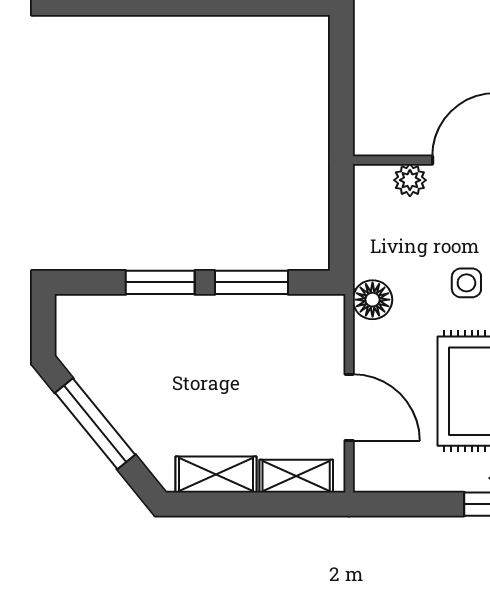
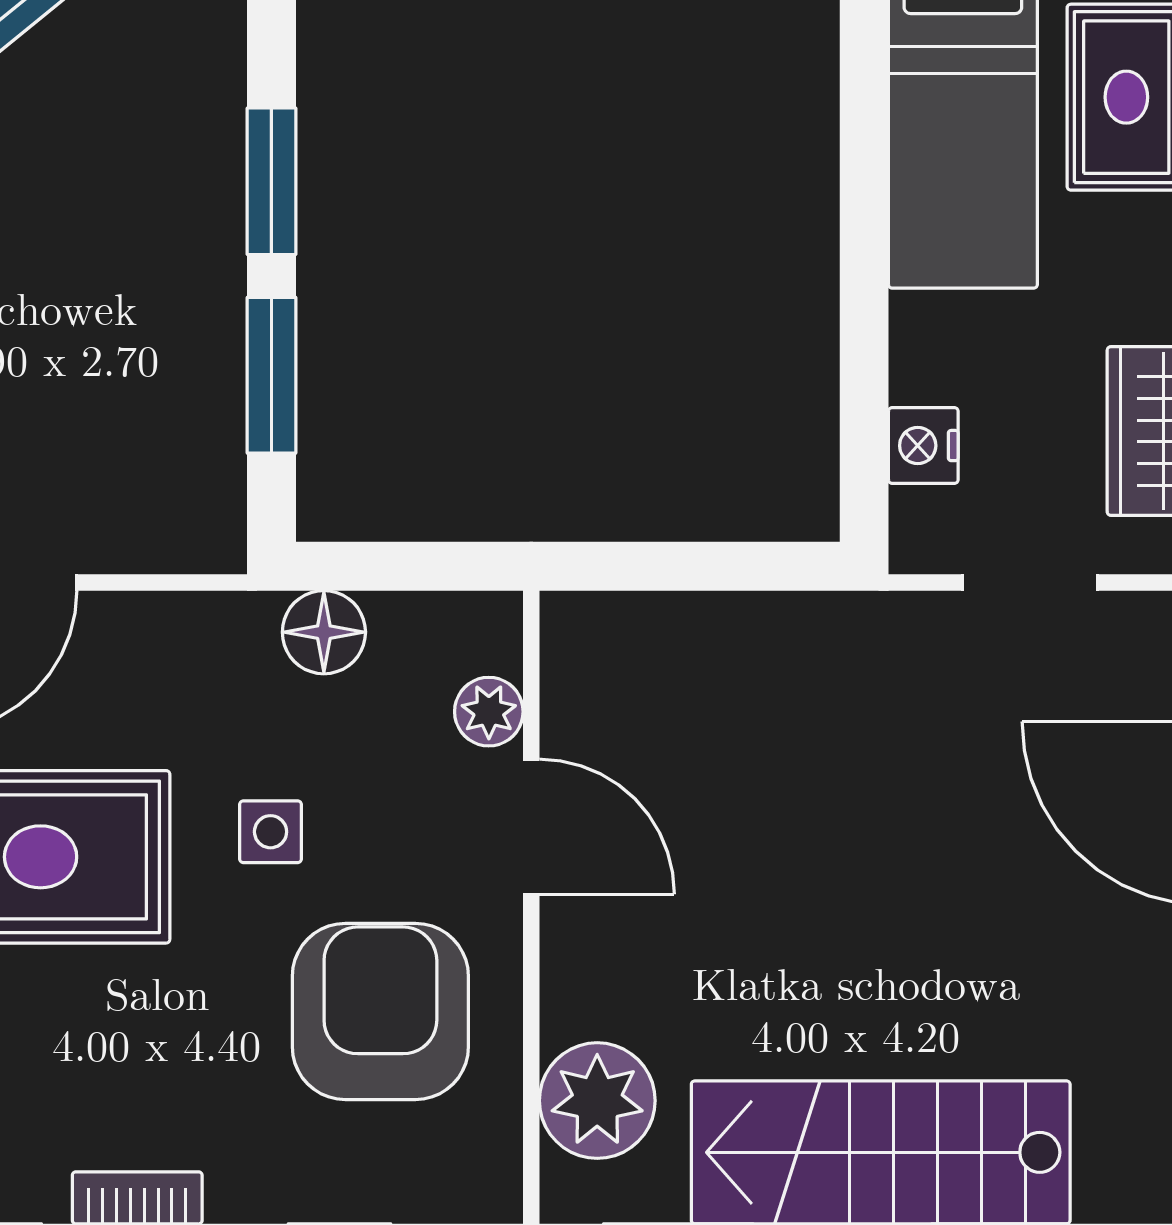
floor lamp: (373, 300) -> (324, 632), moved

